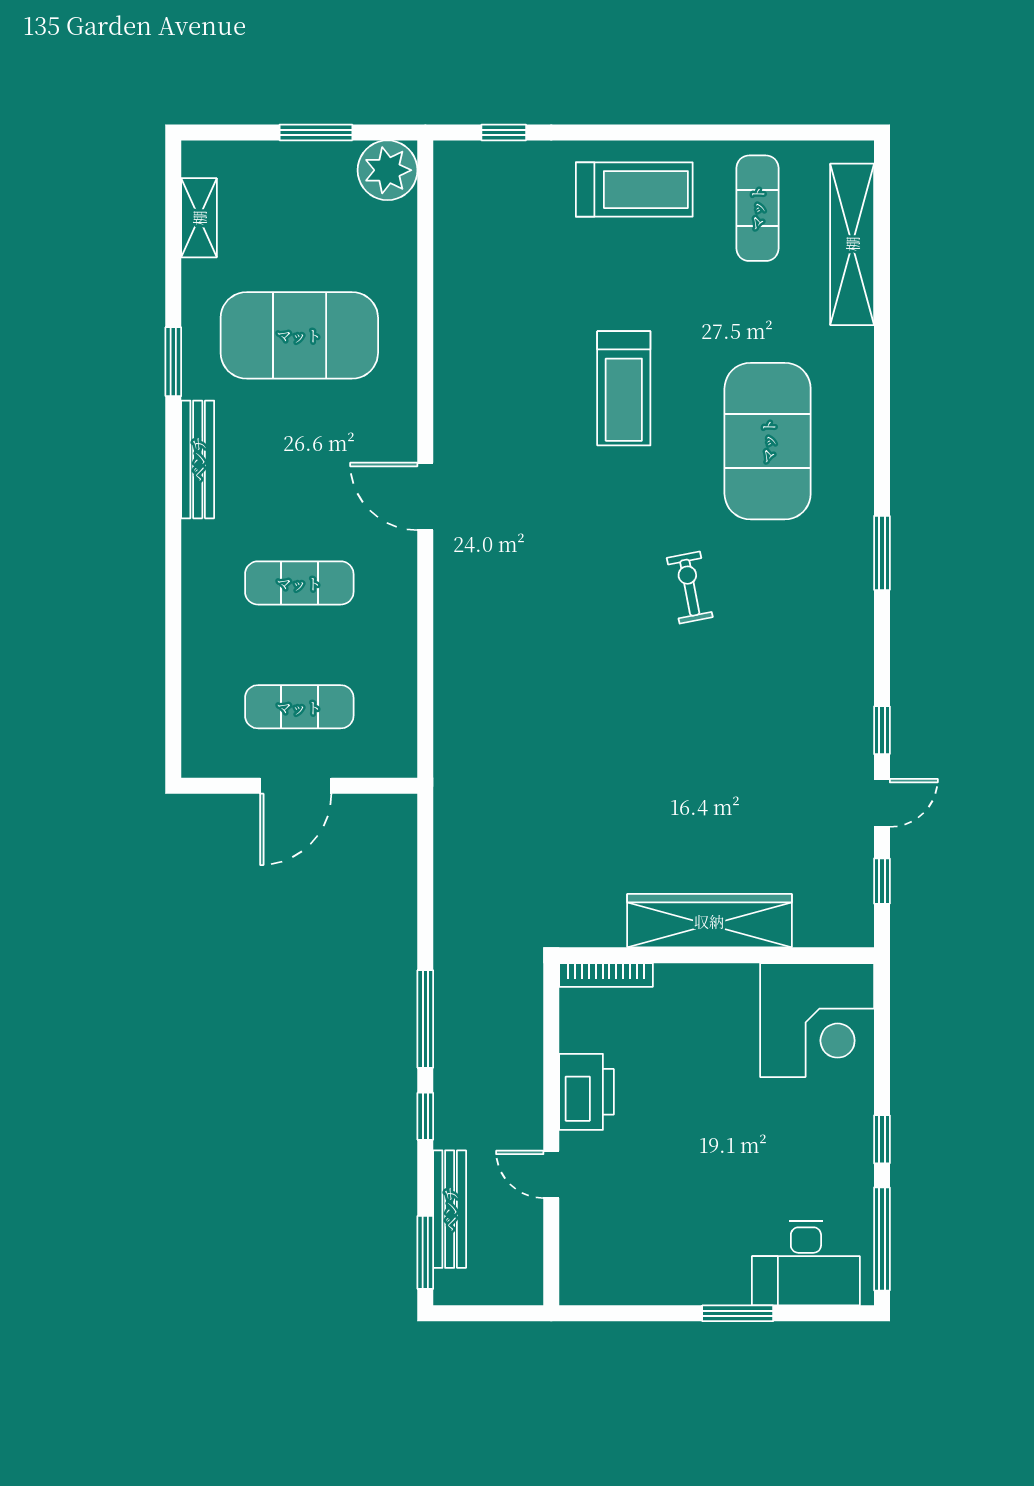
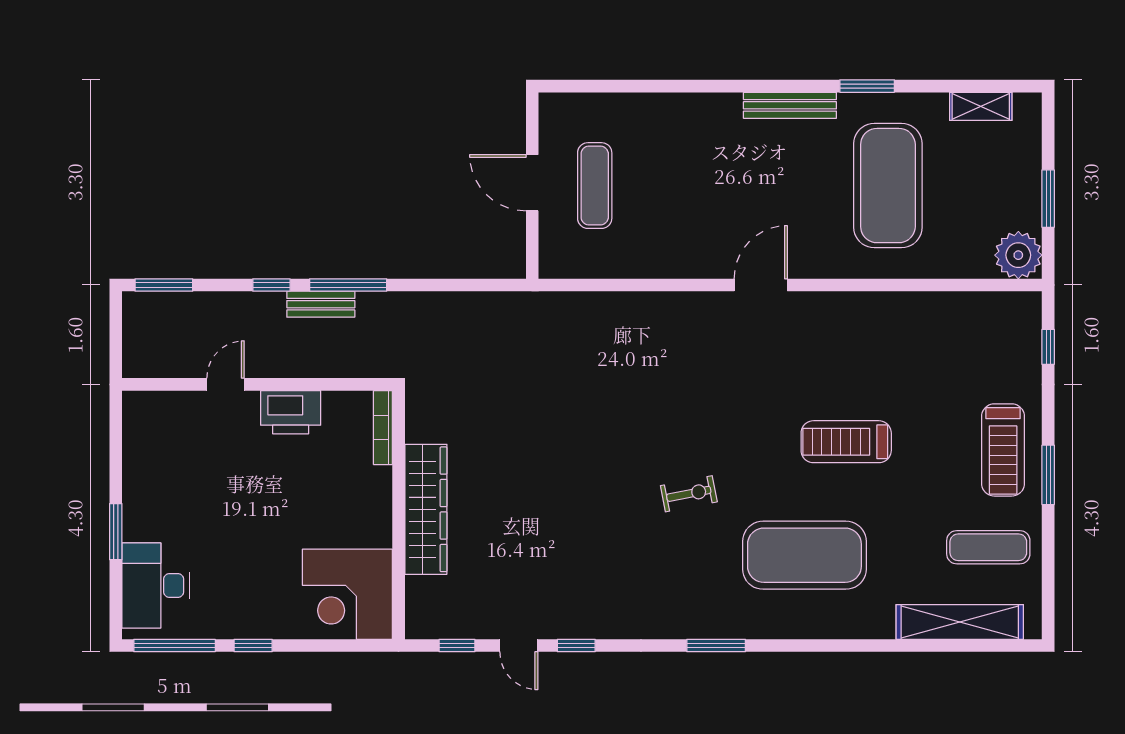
window: (666, 132) -> (1048, 475), added
exercise mat: (299, 583) -> (692, 186), removed
bench: (450, 1209) -> (321, 304), moved, width x0.73

